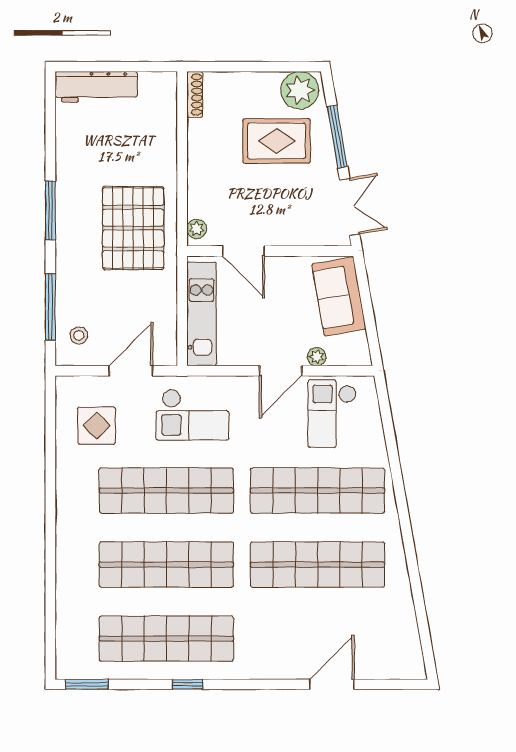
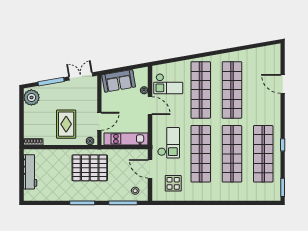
workbench: (96, 87) -> (30, 172), moved
rug: (277, 141) -> (66, 124), moved

